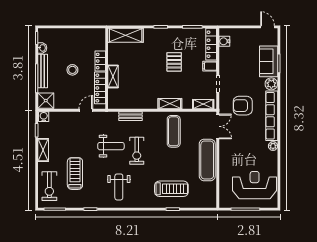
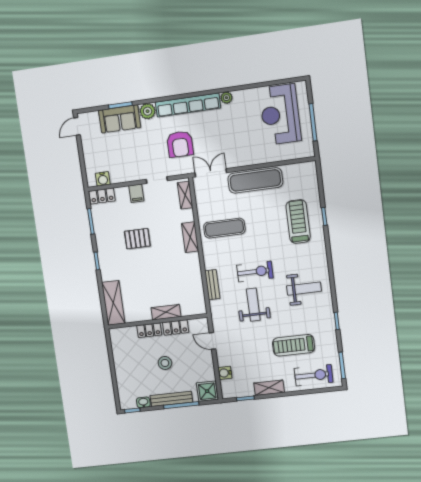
locker: (211, 44) -> (102, 196), width x0.66
locker: (100, 88) -> (176, 327), width x0.66
water cooler: (44, 117) -> (225, 373), moved

